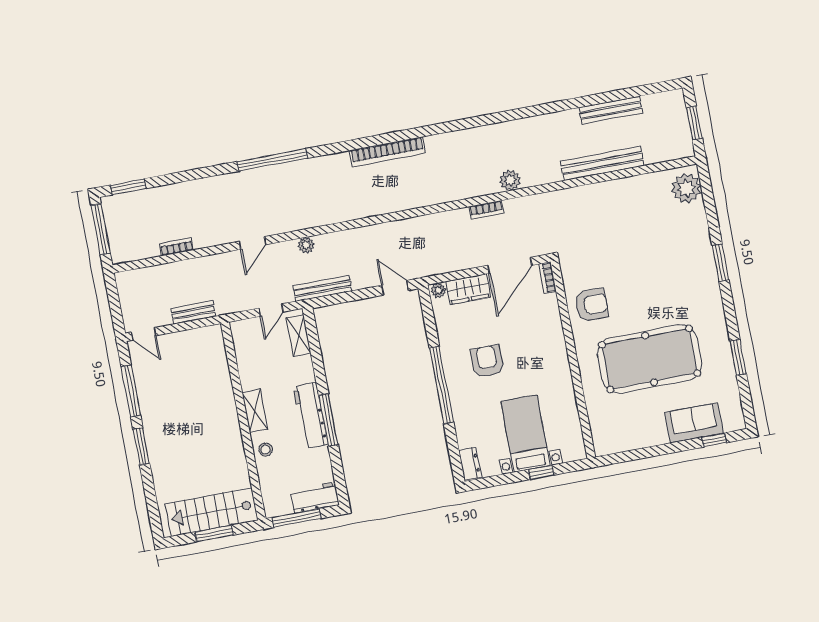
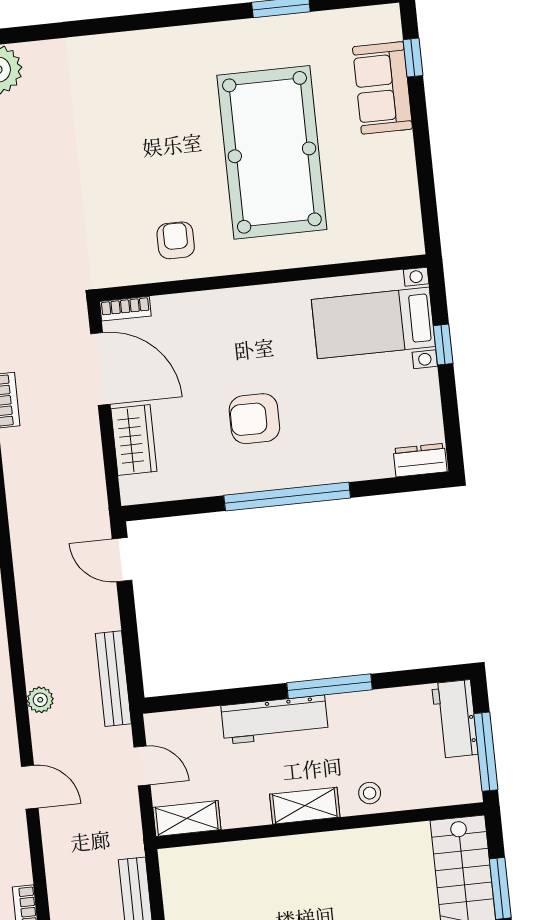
window: (720, 263) -> (123, 24), removed
door: (395, 288) -> (122, 560), hinge flipped
plant: (438, 290) -> (132, 489), removed
armchair: (591, 305) -> (176, 240), width x0.72, depth x0.72
shelving: (299, 335) -> (187, 818), moved
workbench: (311, 416) -> (275, 720), moved
bed with nightstands: (525, 434) -> (373, 323), moved

